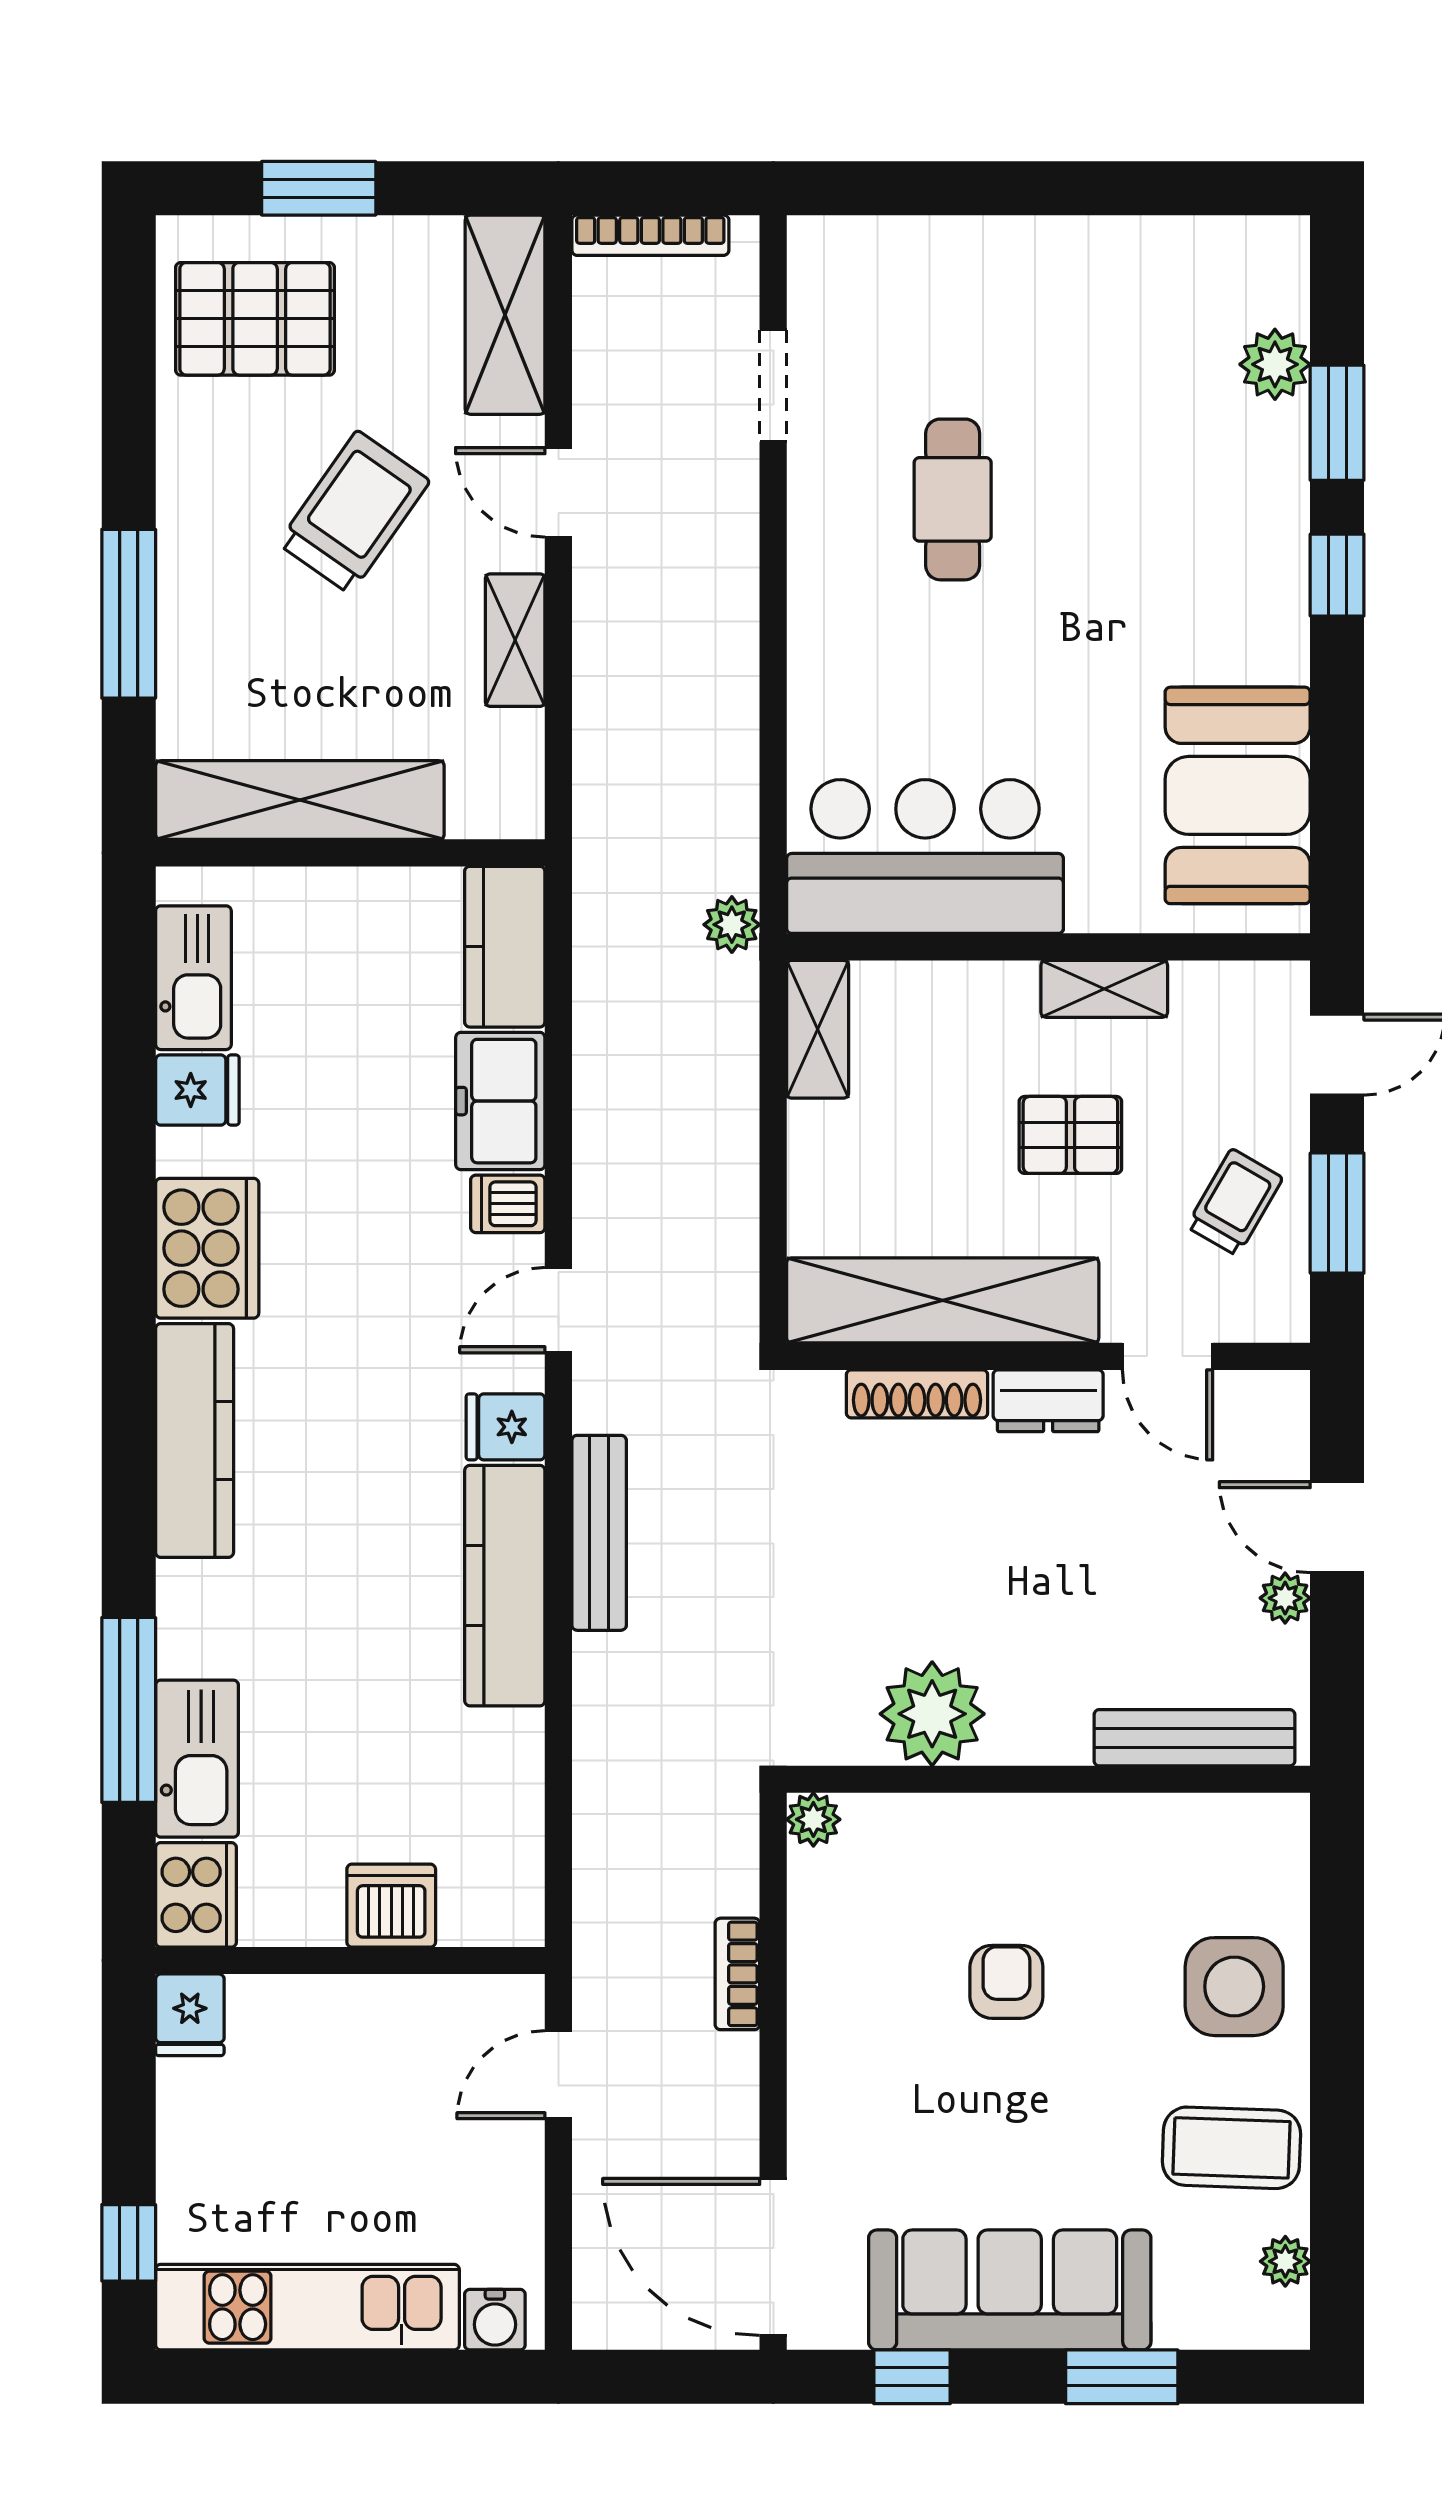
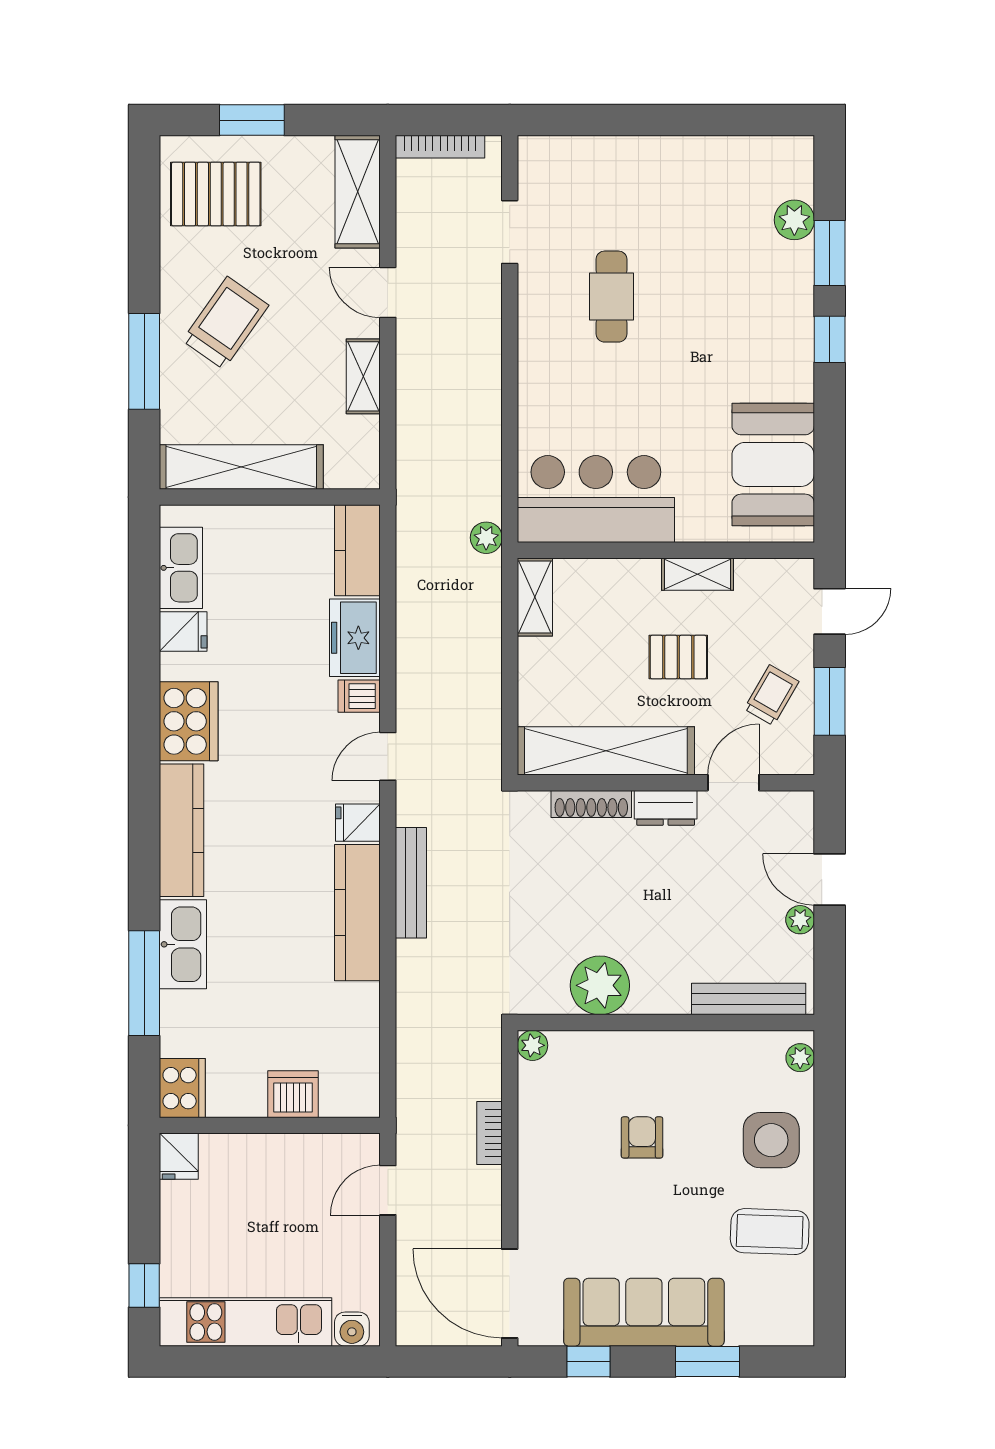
trolley: (354, 512) -> (226, 323), moved
door: (1168, 1356) -> (733, 783), swing flipped
kitchen sink: (197, 1759) -> (183, 944), moved
plant: (1285, 2261) -> (800, 1058), moved

